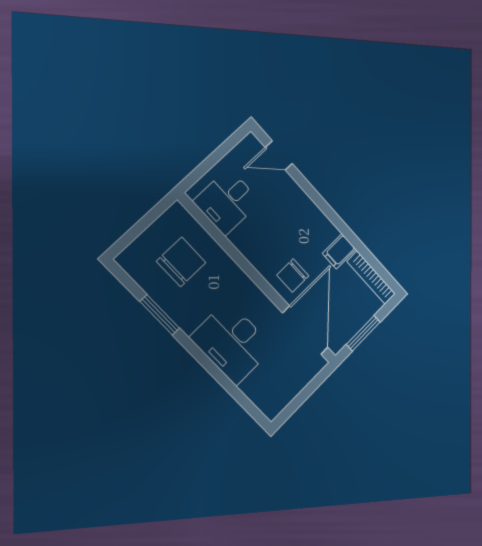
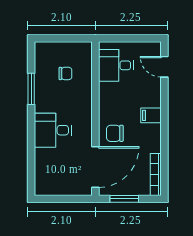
filing cabinet: (339, 251) -> (151, 115), moved
chair: (181, 262) -> (65, 73), width x0.54, depth x0.54
desk: (232, 343) -> (53, 130), width x0.73

